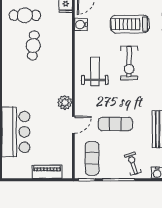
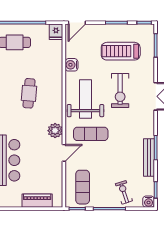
water cooler: (81, 25) -> (71, 65), moved
cafe table: (33, 45) -> (29, 93), moved
weight bench: (95, 71) -> (85, 99), width x1.36, depth x1.33
exercise mat: (115, 124) -> (91, 134), moved

